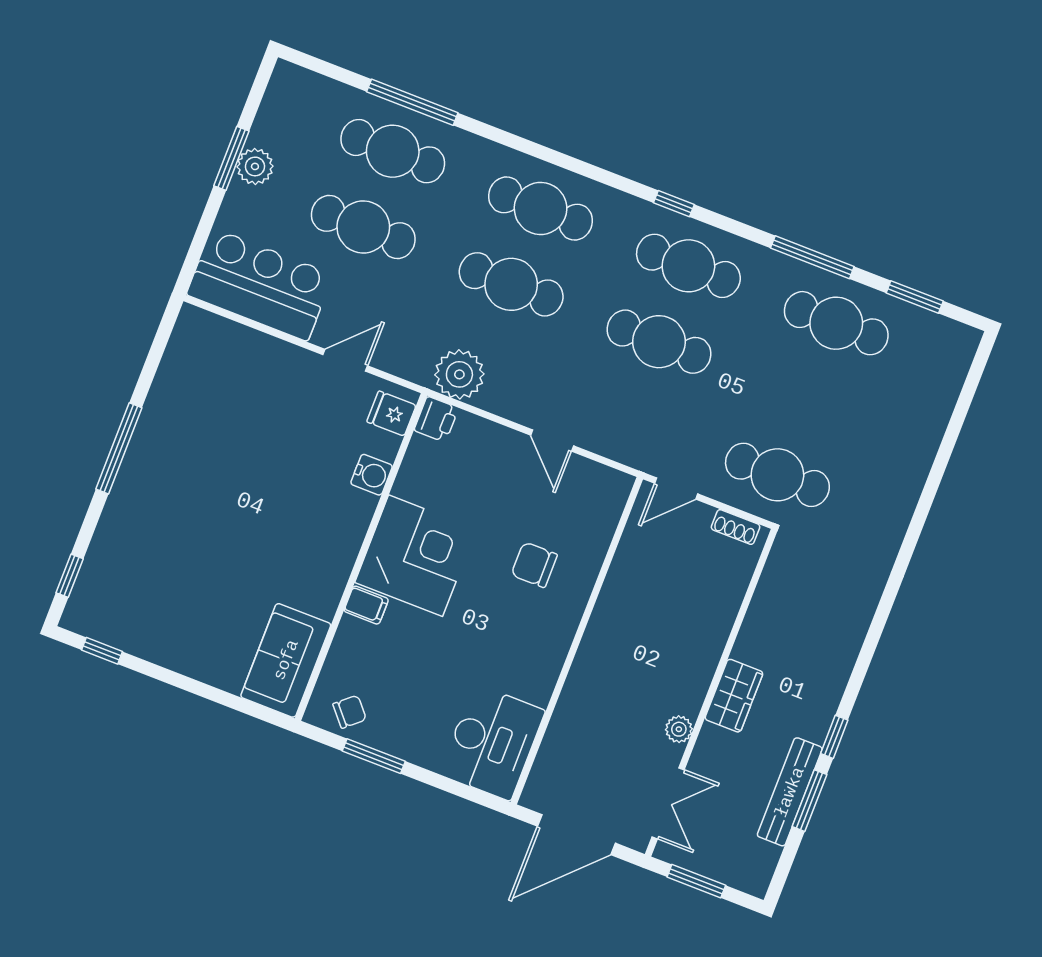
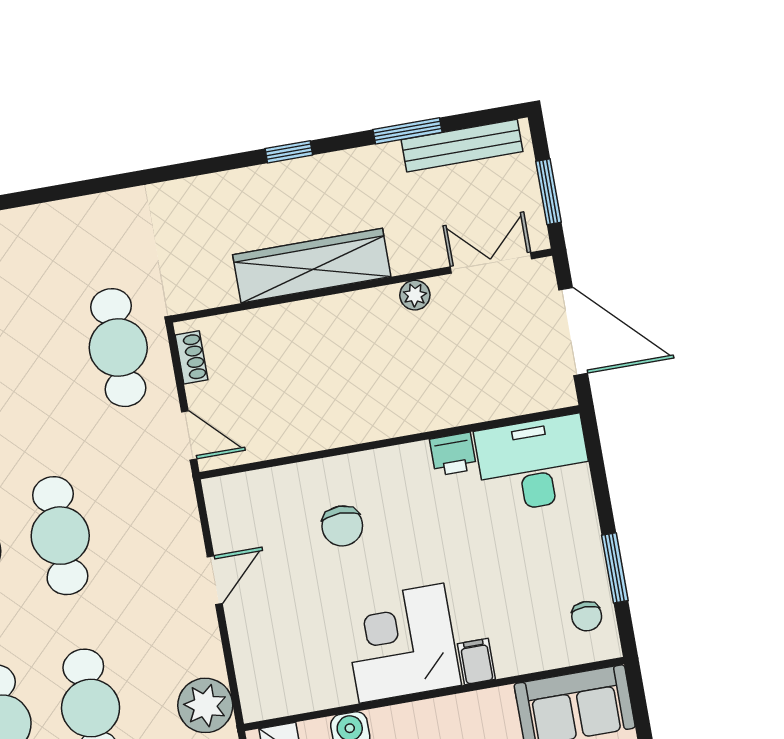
printer: (436, 419) -> (453, 454), moved, turned 180
wardrobe: (734, 696) -> (312, 266), width x2.10, depth x1.17
chair: (350, 712) -> (587, 616), turned -139
window: (834, 737) -> (289, 152), moved
bench: (790, 792) -> (462, 146), moved

